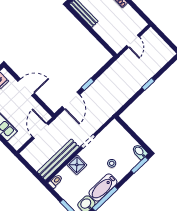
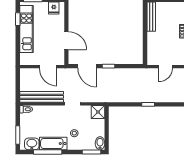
door: (26, 87) -> (66, 41), moved
door: (71, 101) -> (87, 66), hinge flipped
door: (40, 131) -> (48, 67), swing flipped
shower: (77, 165) -> (98, 112), moved

